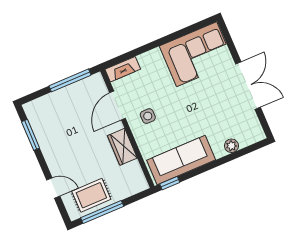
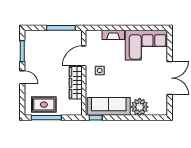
fireplace: (123, 69) -> (113, 35), moved
plant: (231, 146) -> (140, 107), width x1.87, depth x1.87
wardrobe: (122, 147) -> (76, 83), width x1.50
door: (53, 188) -> (22, 77), moved

